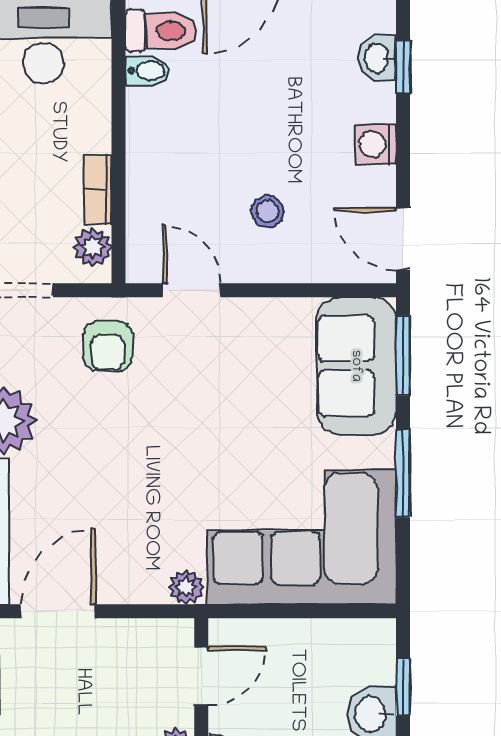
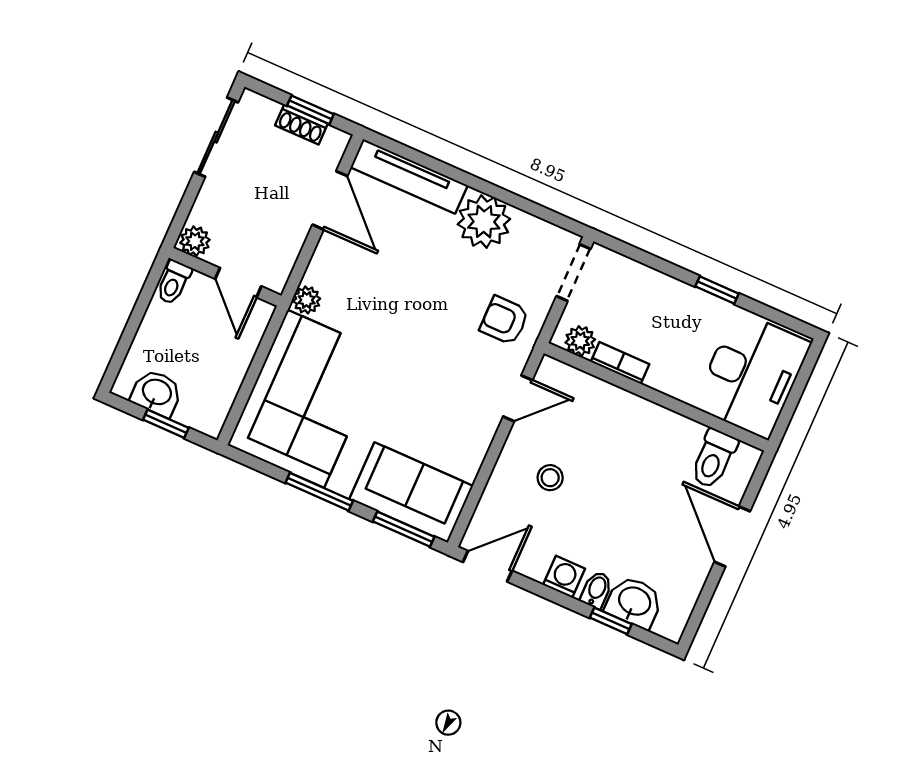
washbasin: (378, 58) -> (634, 602), width x1.38, depth x1.45
bidet: (147, 71) -> (596, 590), moved, turned 180

